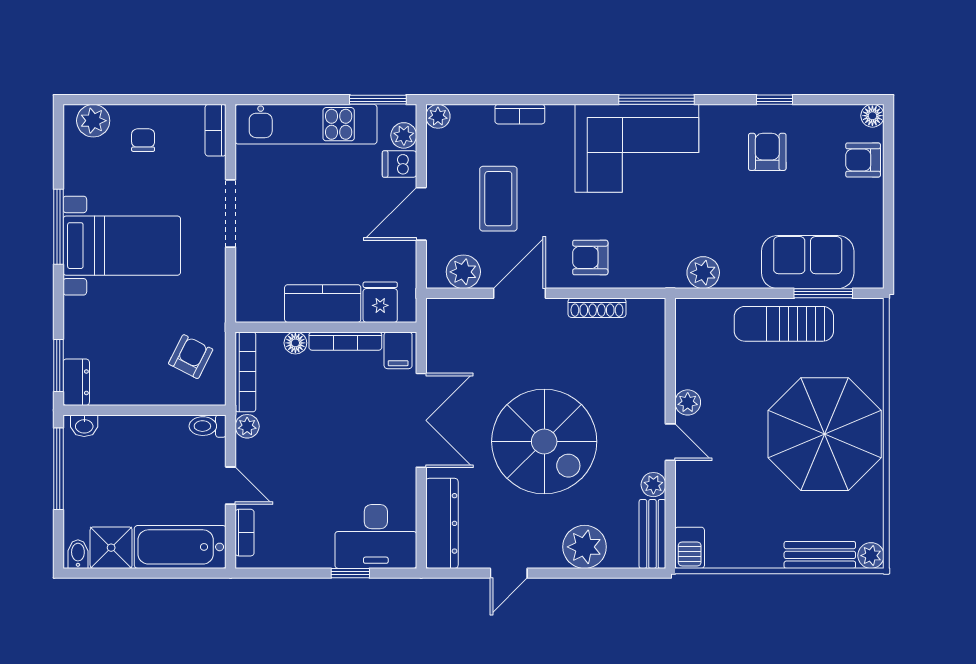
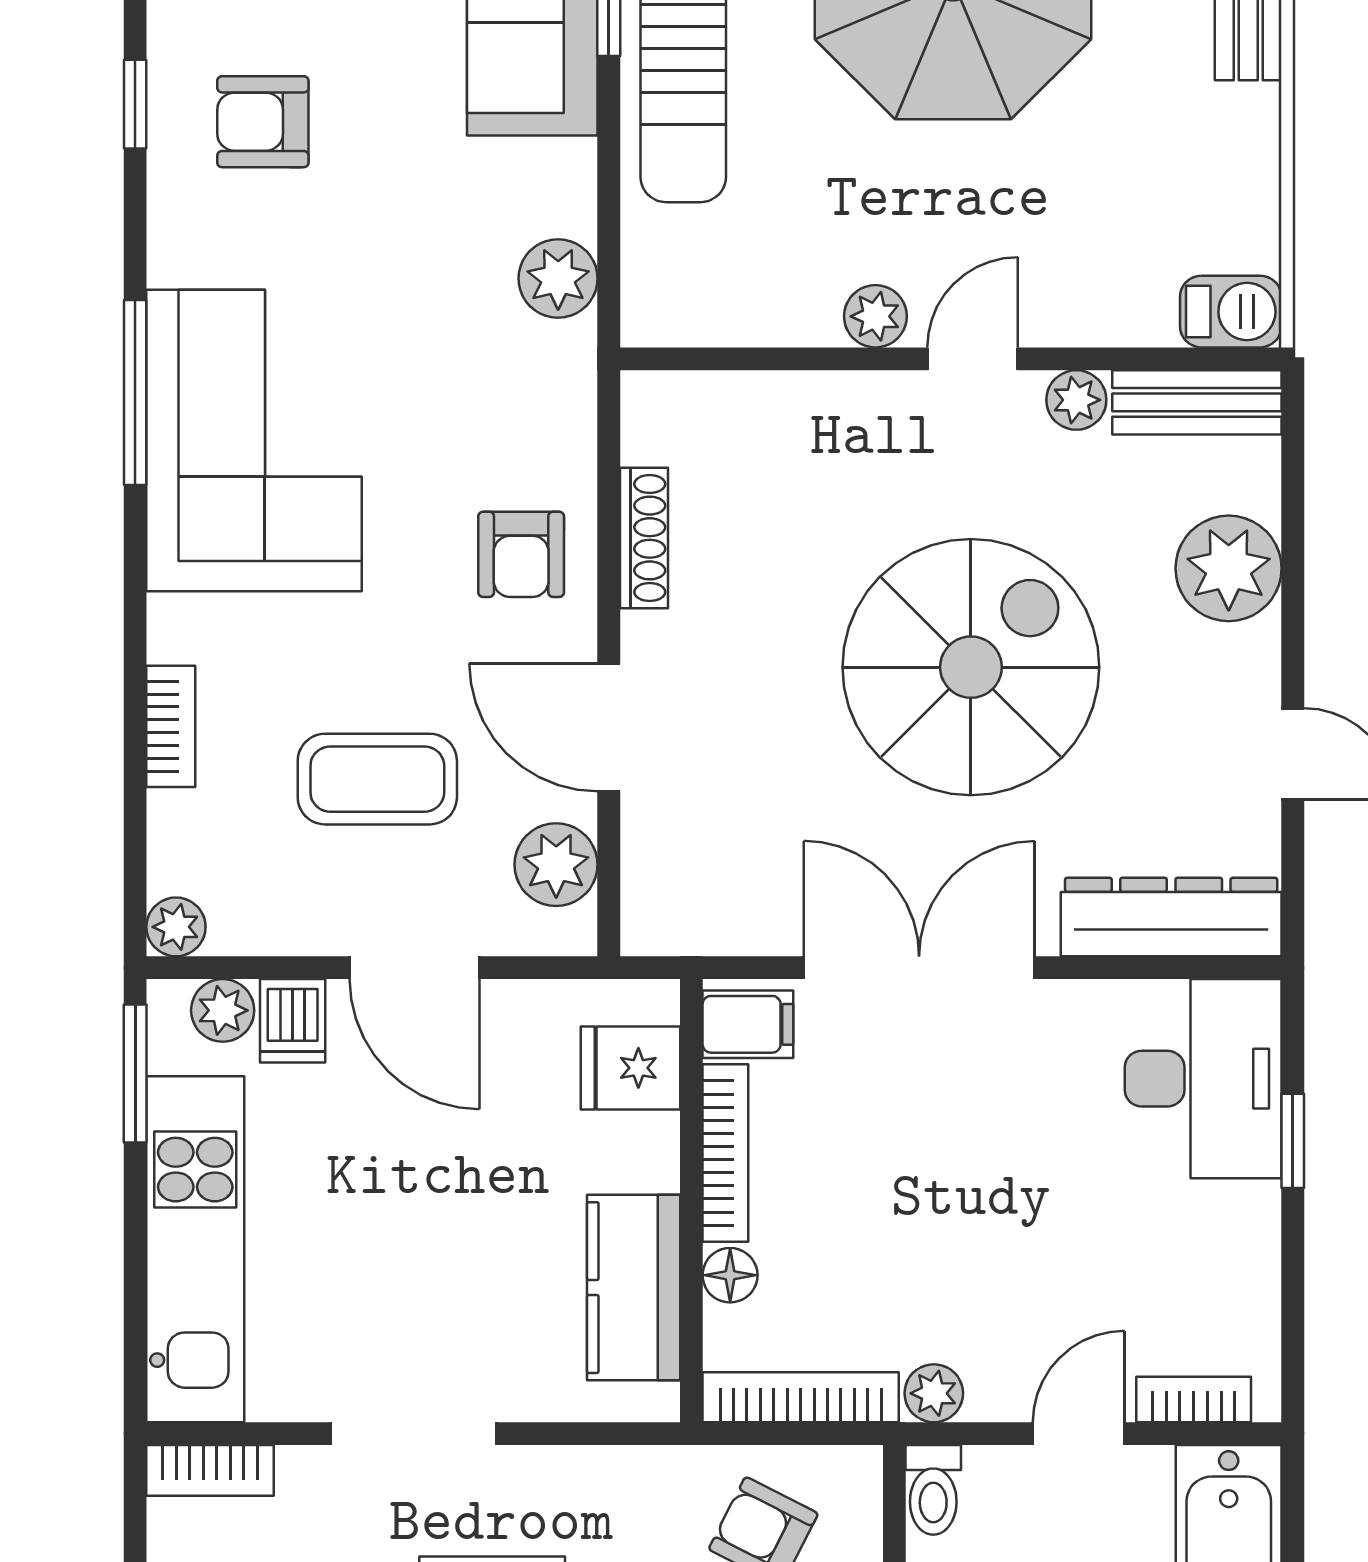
kitchen counter: (323, 304) -> (634, 1288), moved

